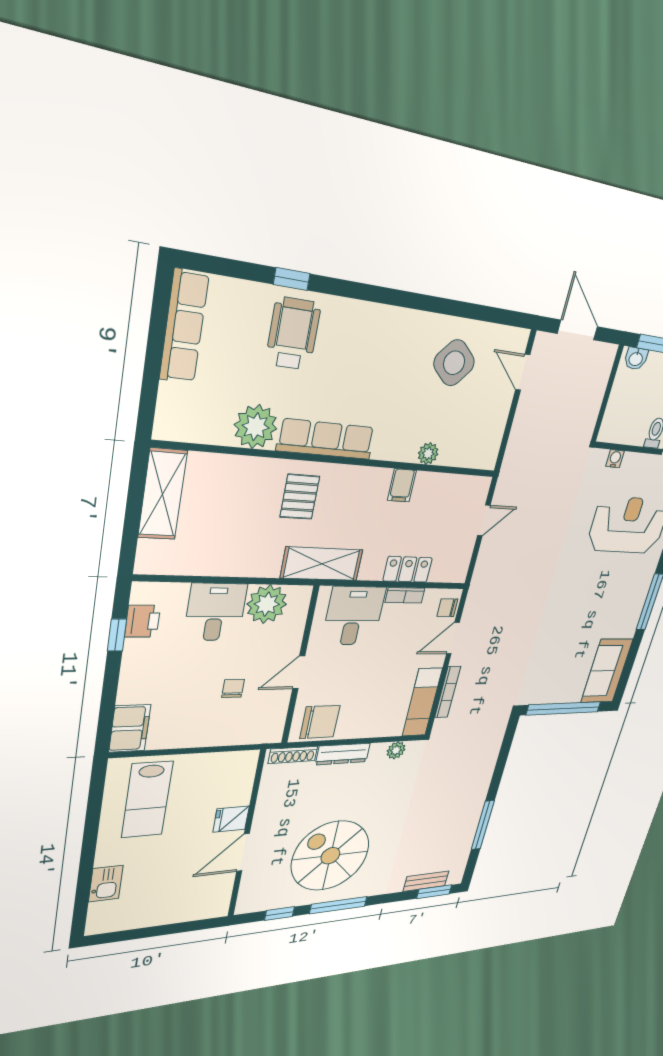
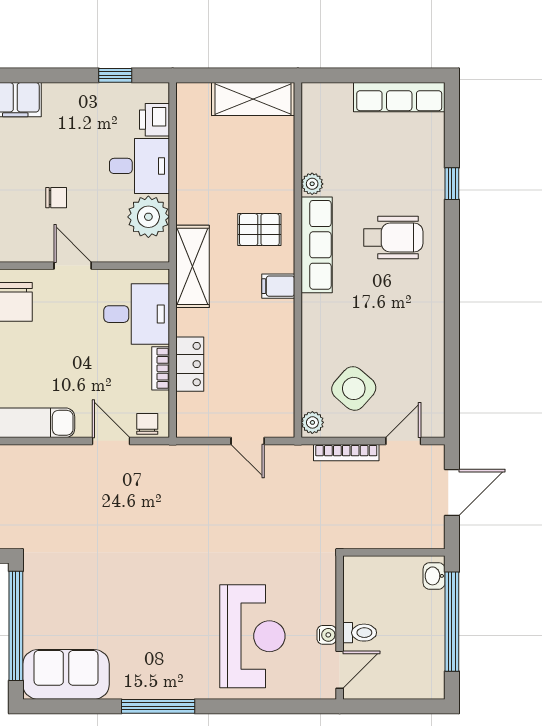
wheelchair: (293, 334) -> (393, 238), moved
side table: (454, 363) -> (354, 388), moved
plant: (256, 427) -> (312, 184), width x0.53, depth x0.53
plant: (428, 454) -> (312, 422), moved
water cooler: (615, 459) -> (327, 635), moved
filing cabinet: (402, 485) -> (278, 286), moved
printer: (143, 621) -> (154, 120), moved, turned 90
bookcase: (448, 692) -> (346, 453), moved

